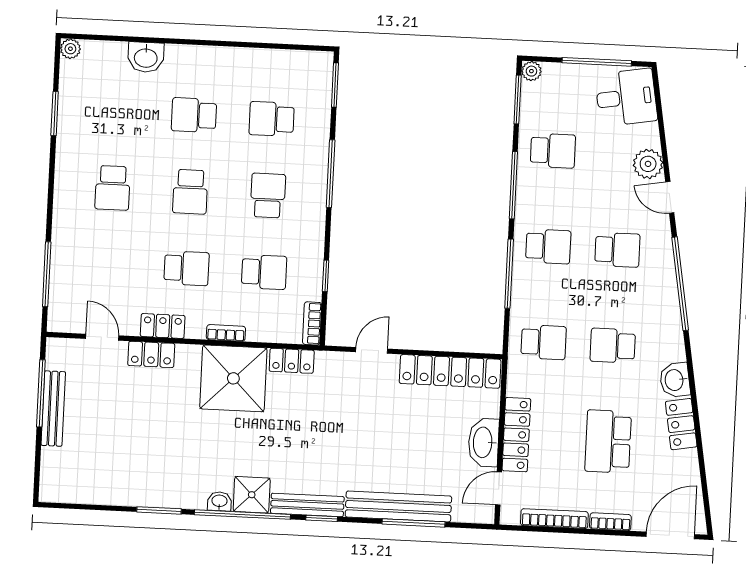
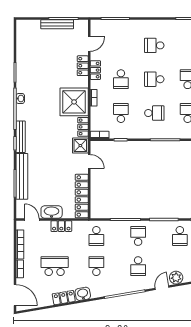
school desk: (548, 246) -> (138, 236), turned 180
school desk: (264, 272) -> (121, 113), turned 180
locker: (516, 435) -> (61, 226), width x0.66
shower: (252, 495) -> (80, 146), moved

